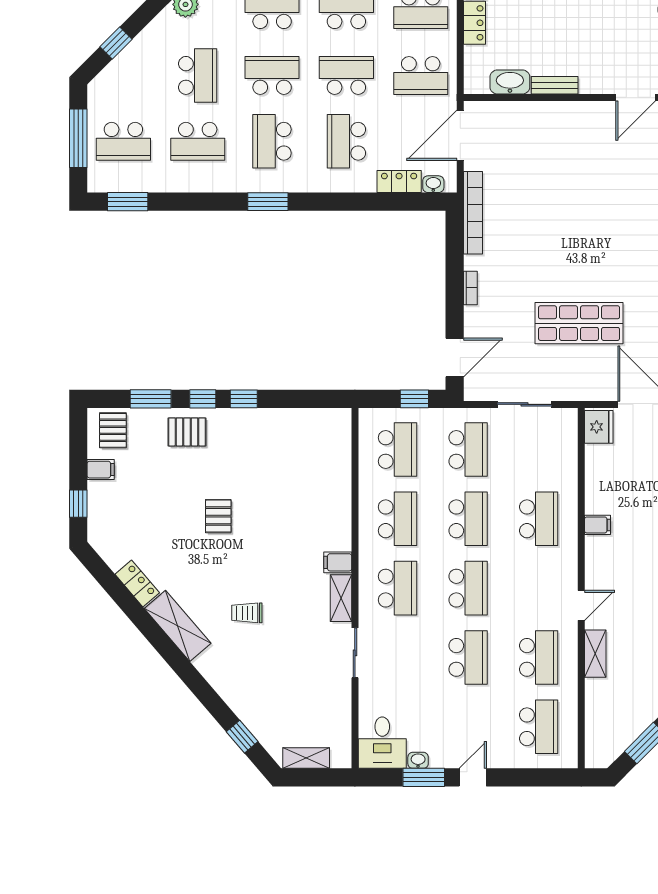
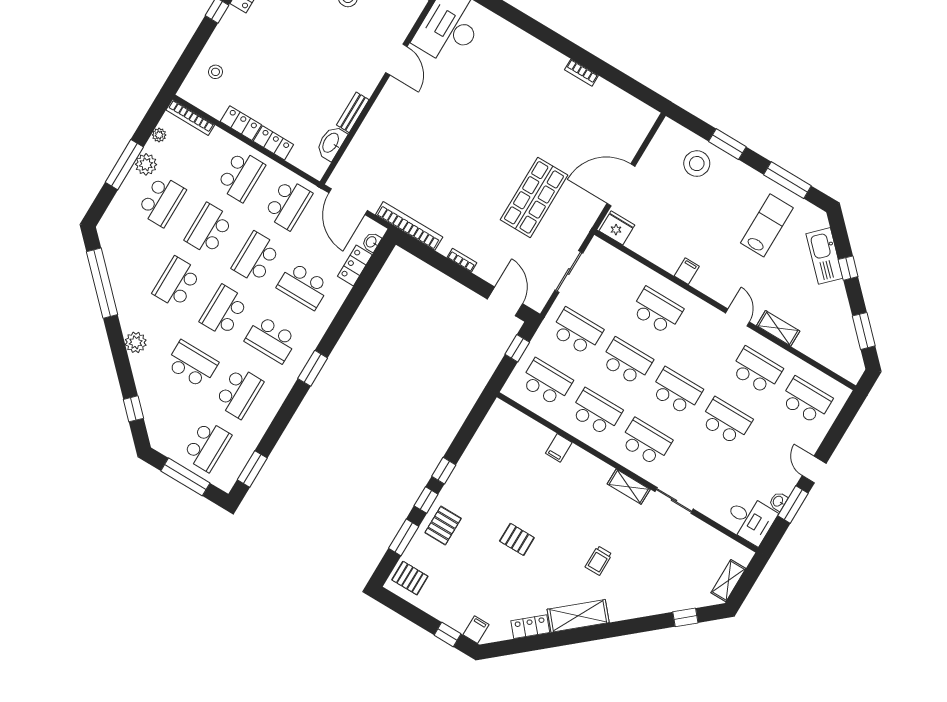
filing cabinet: (101, 470) -> (476, 630), moved
filing cabinet: (338, 562) -> (559, 448), moved

